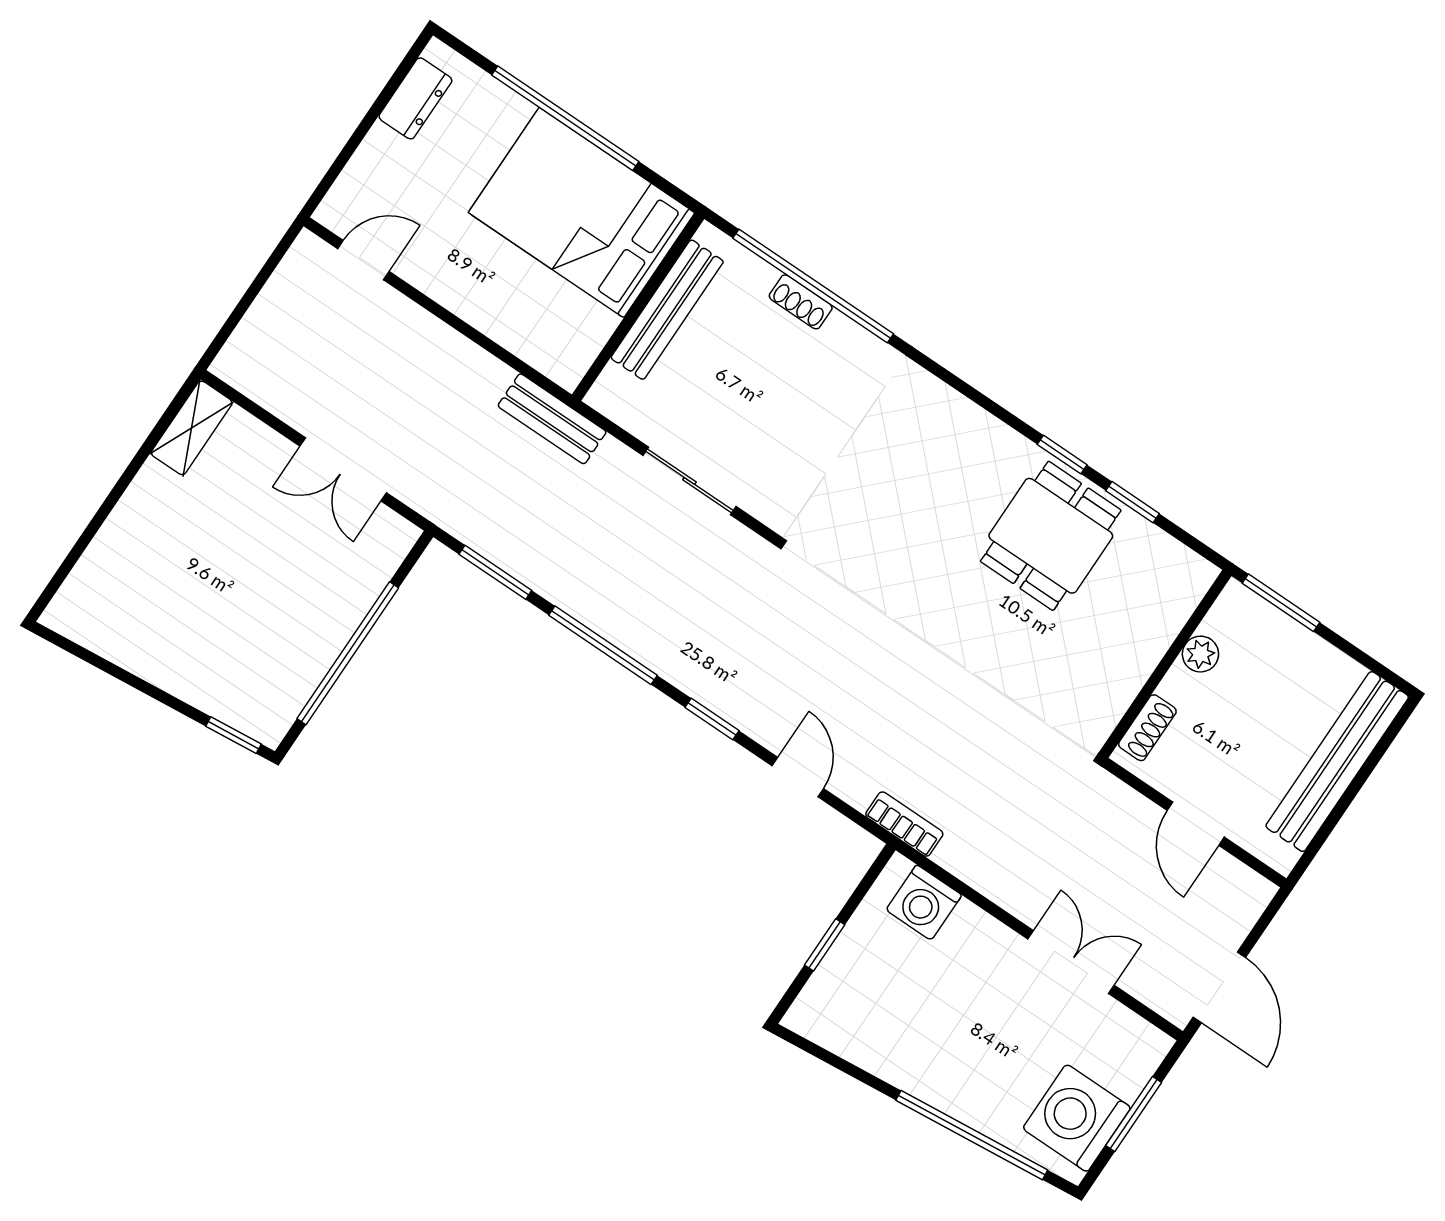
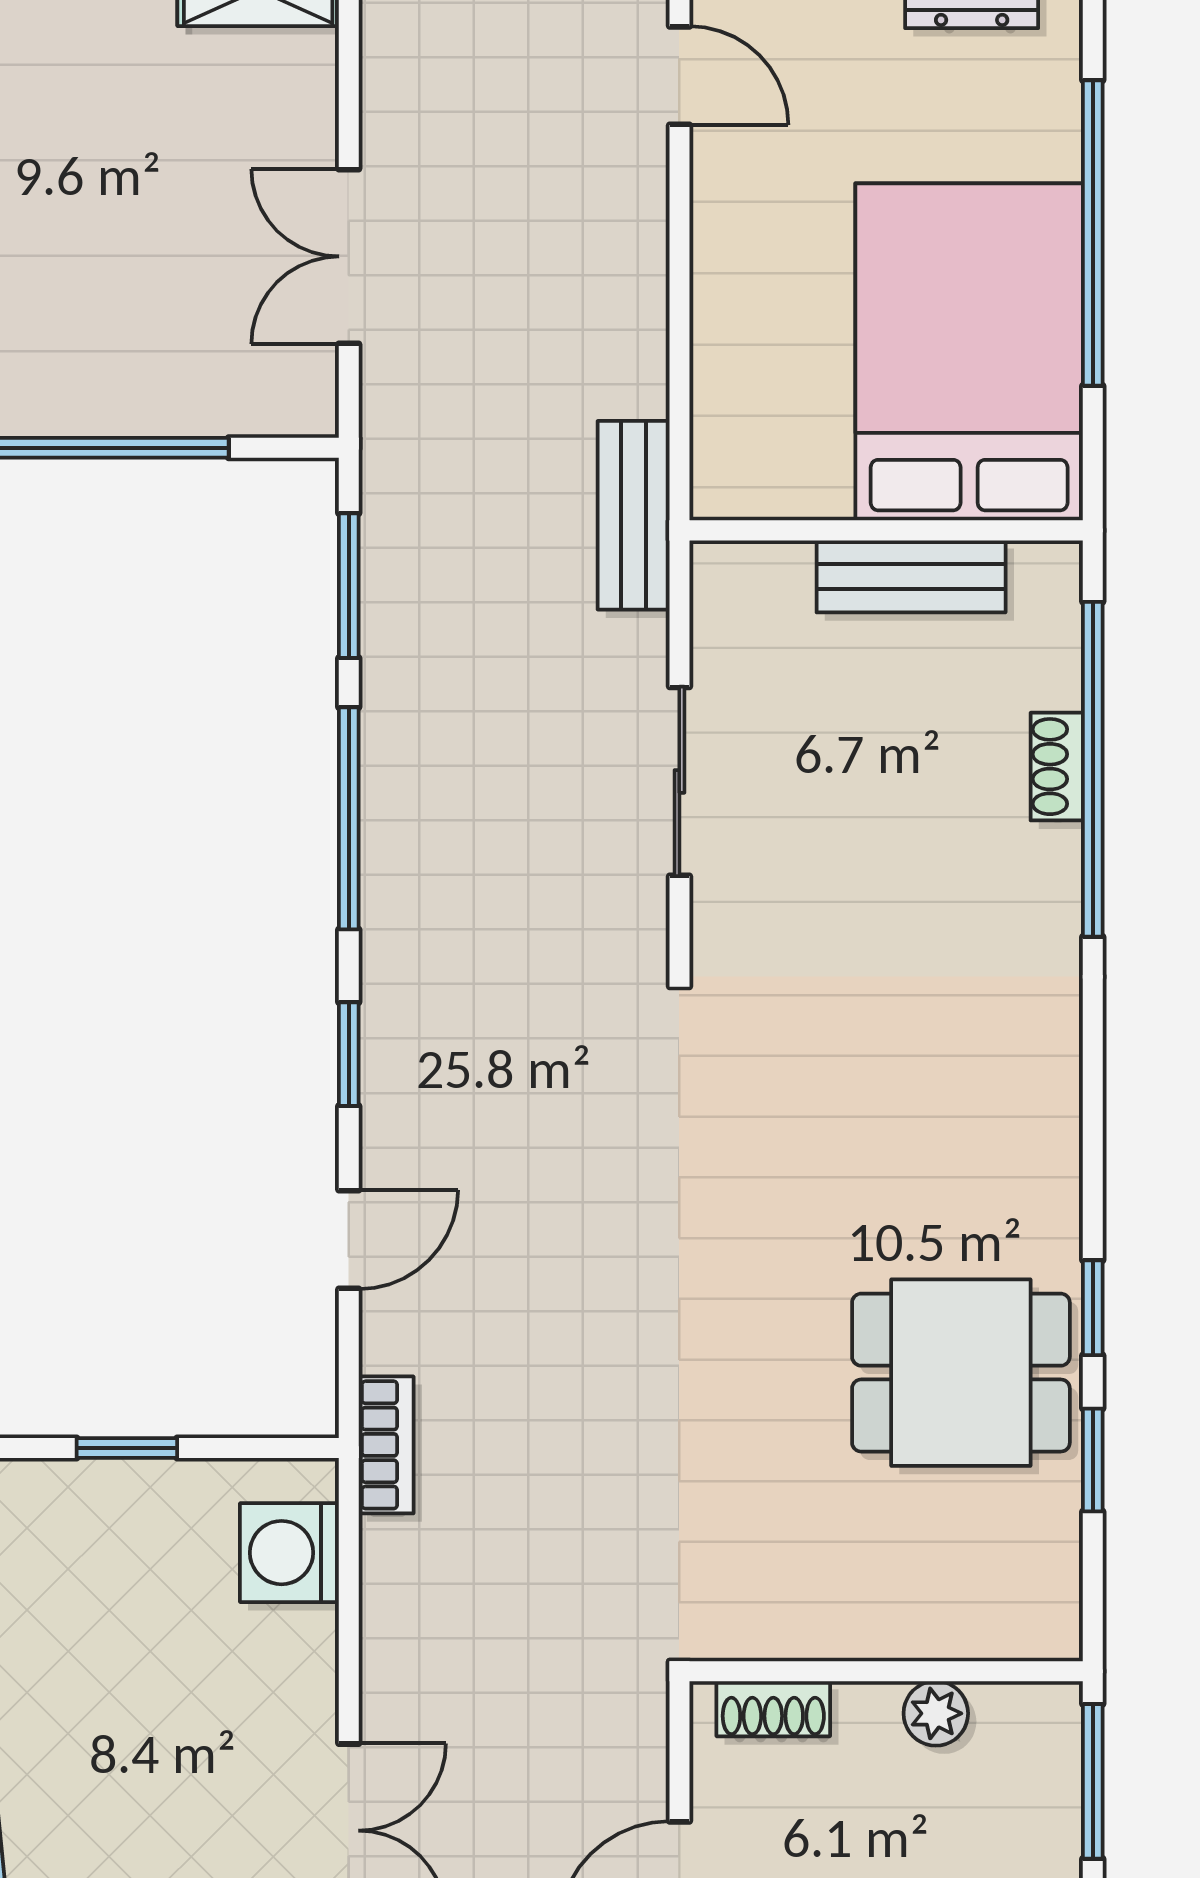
bench: (667, 310) -> (911, 576), width x0.73

